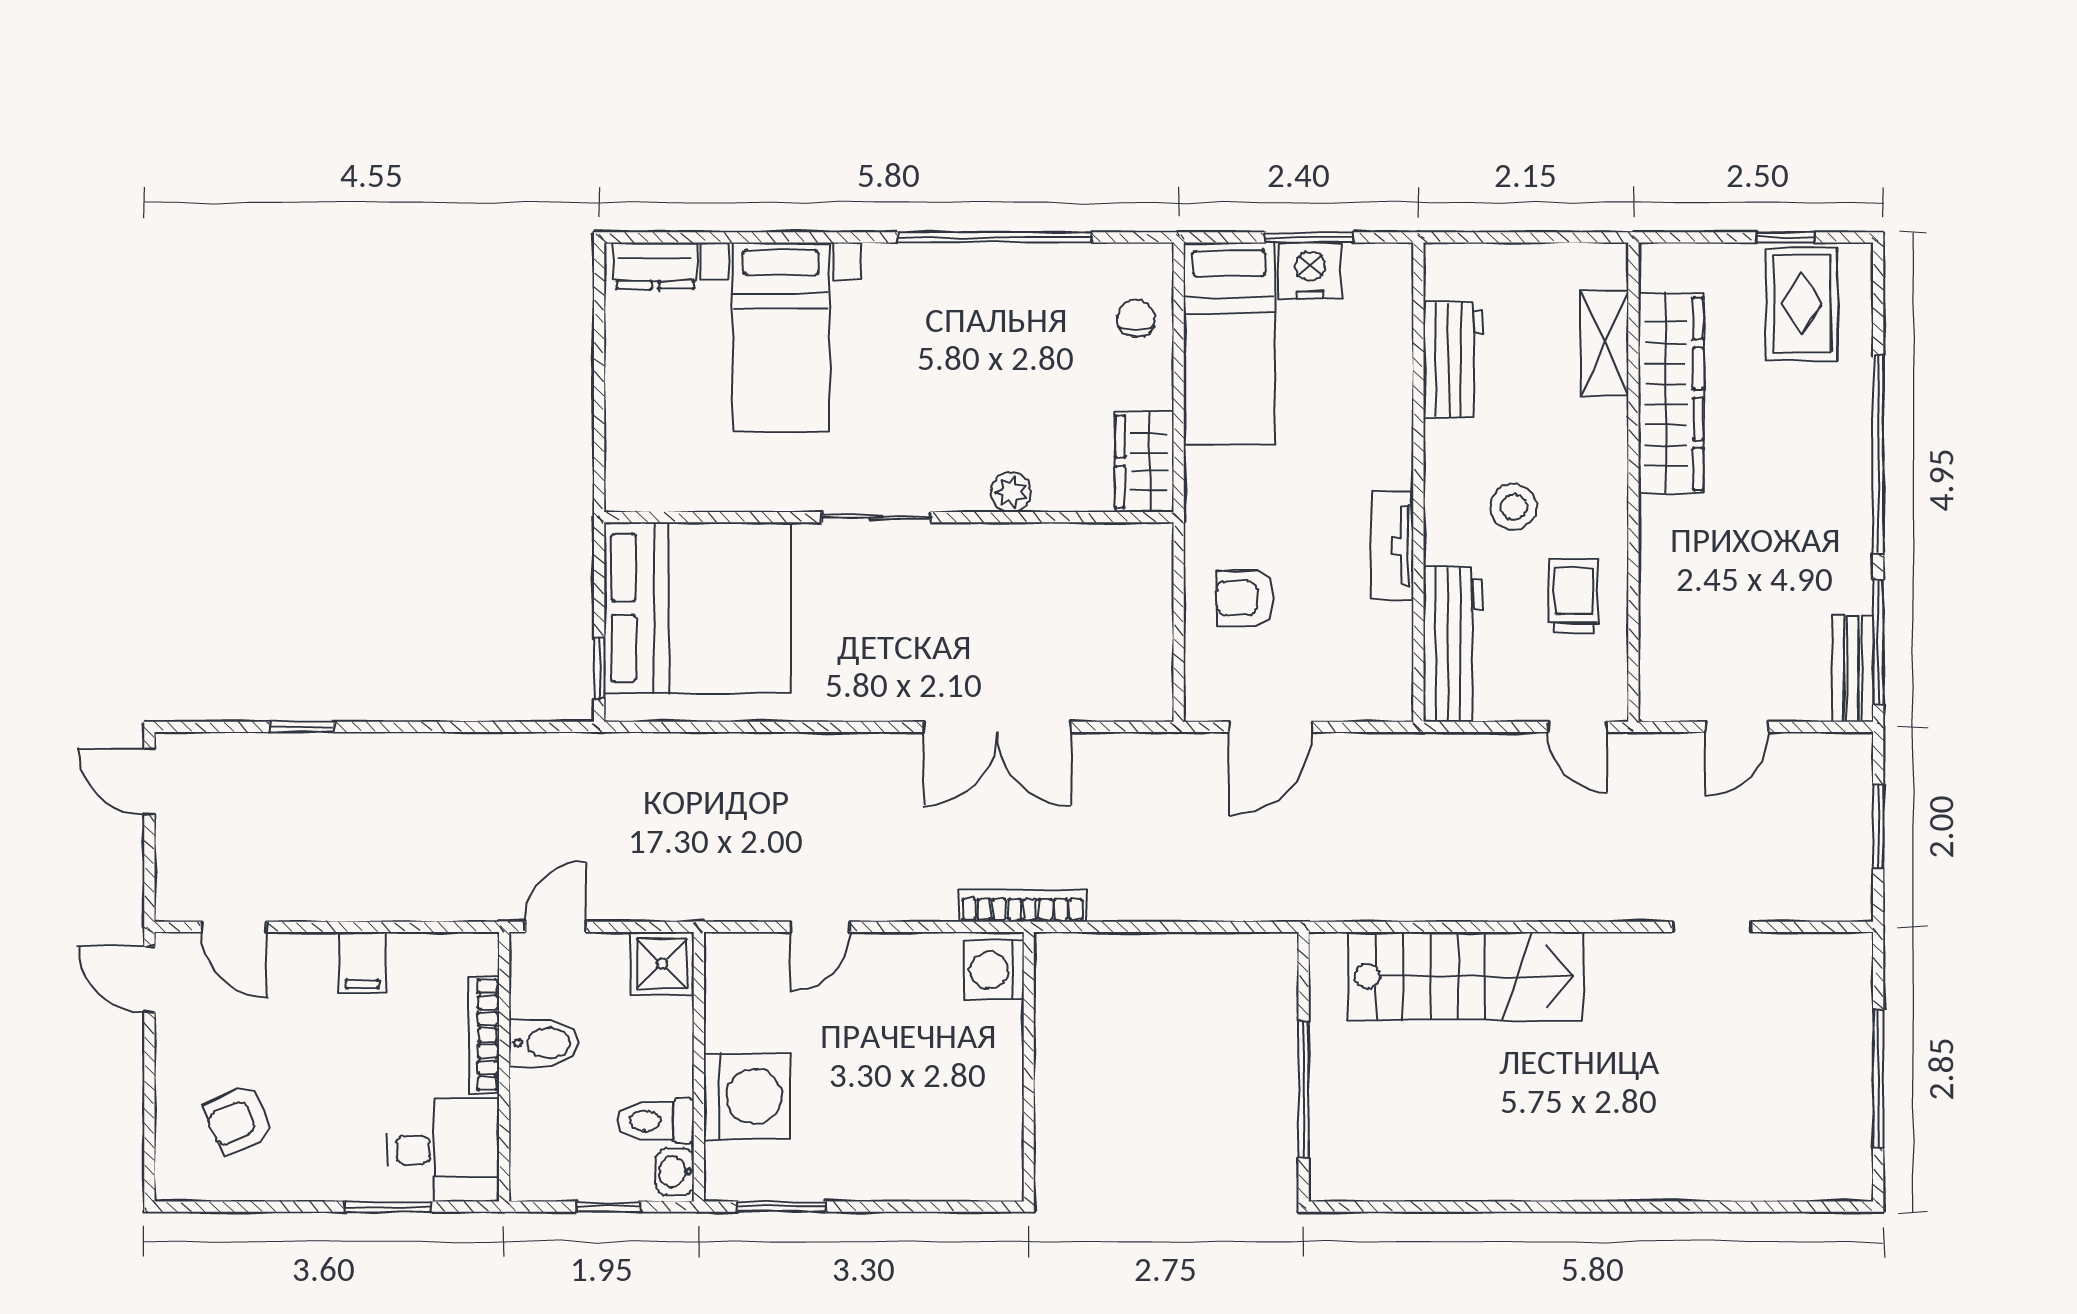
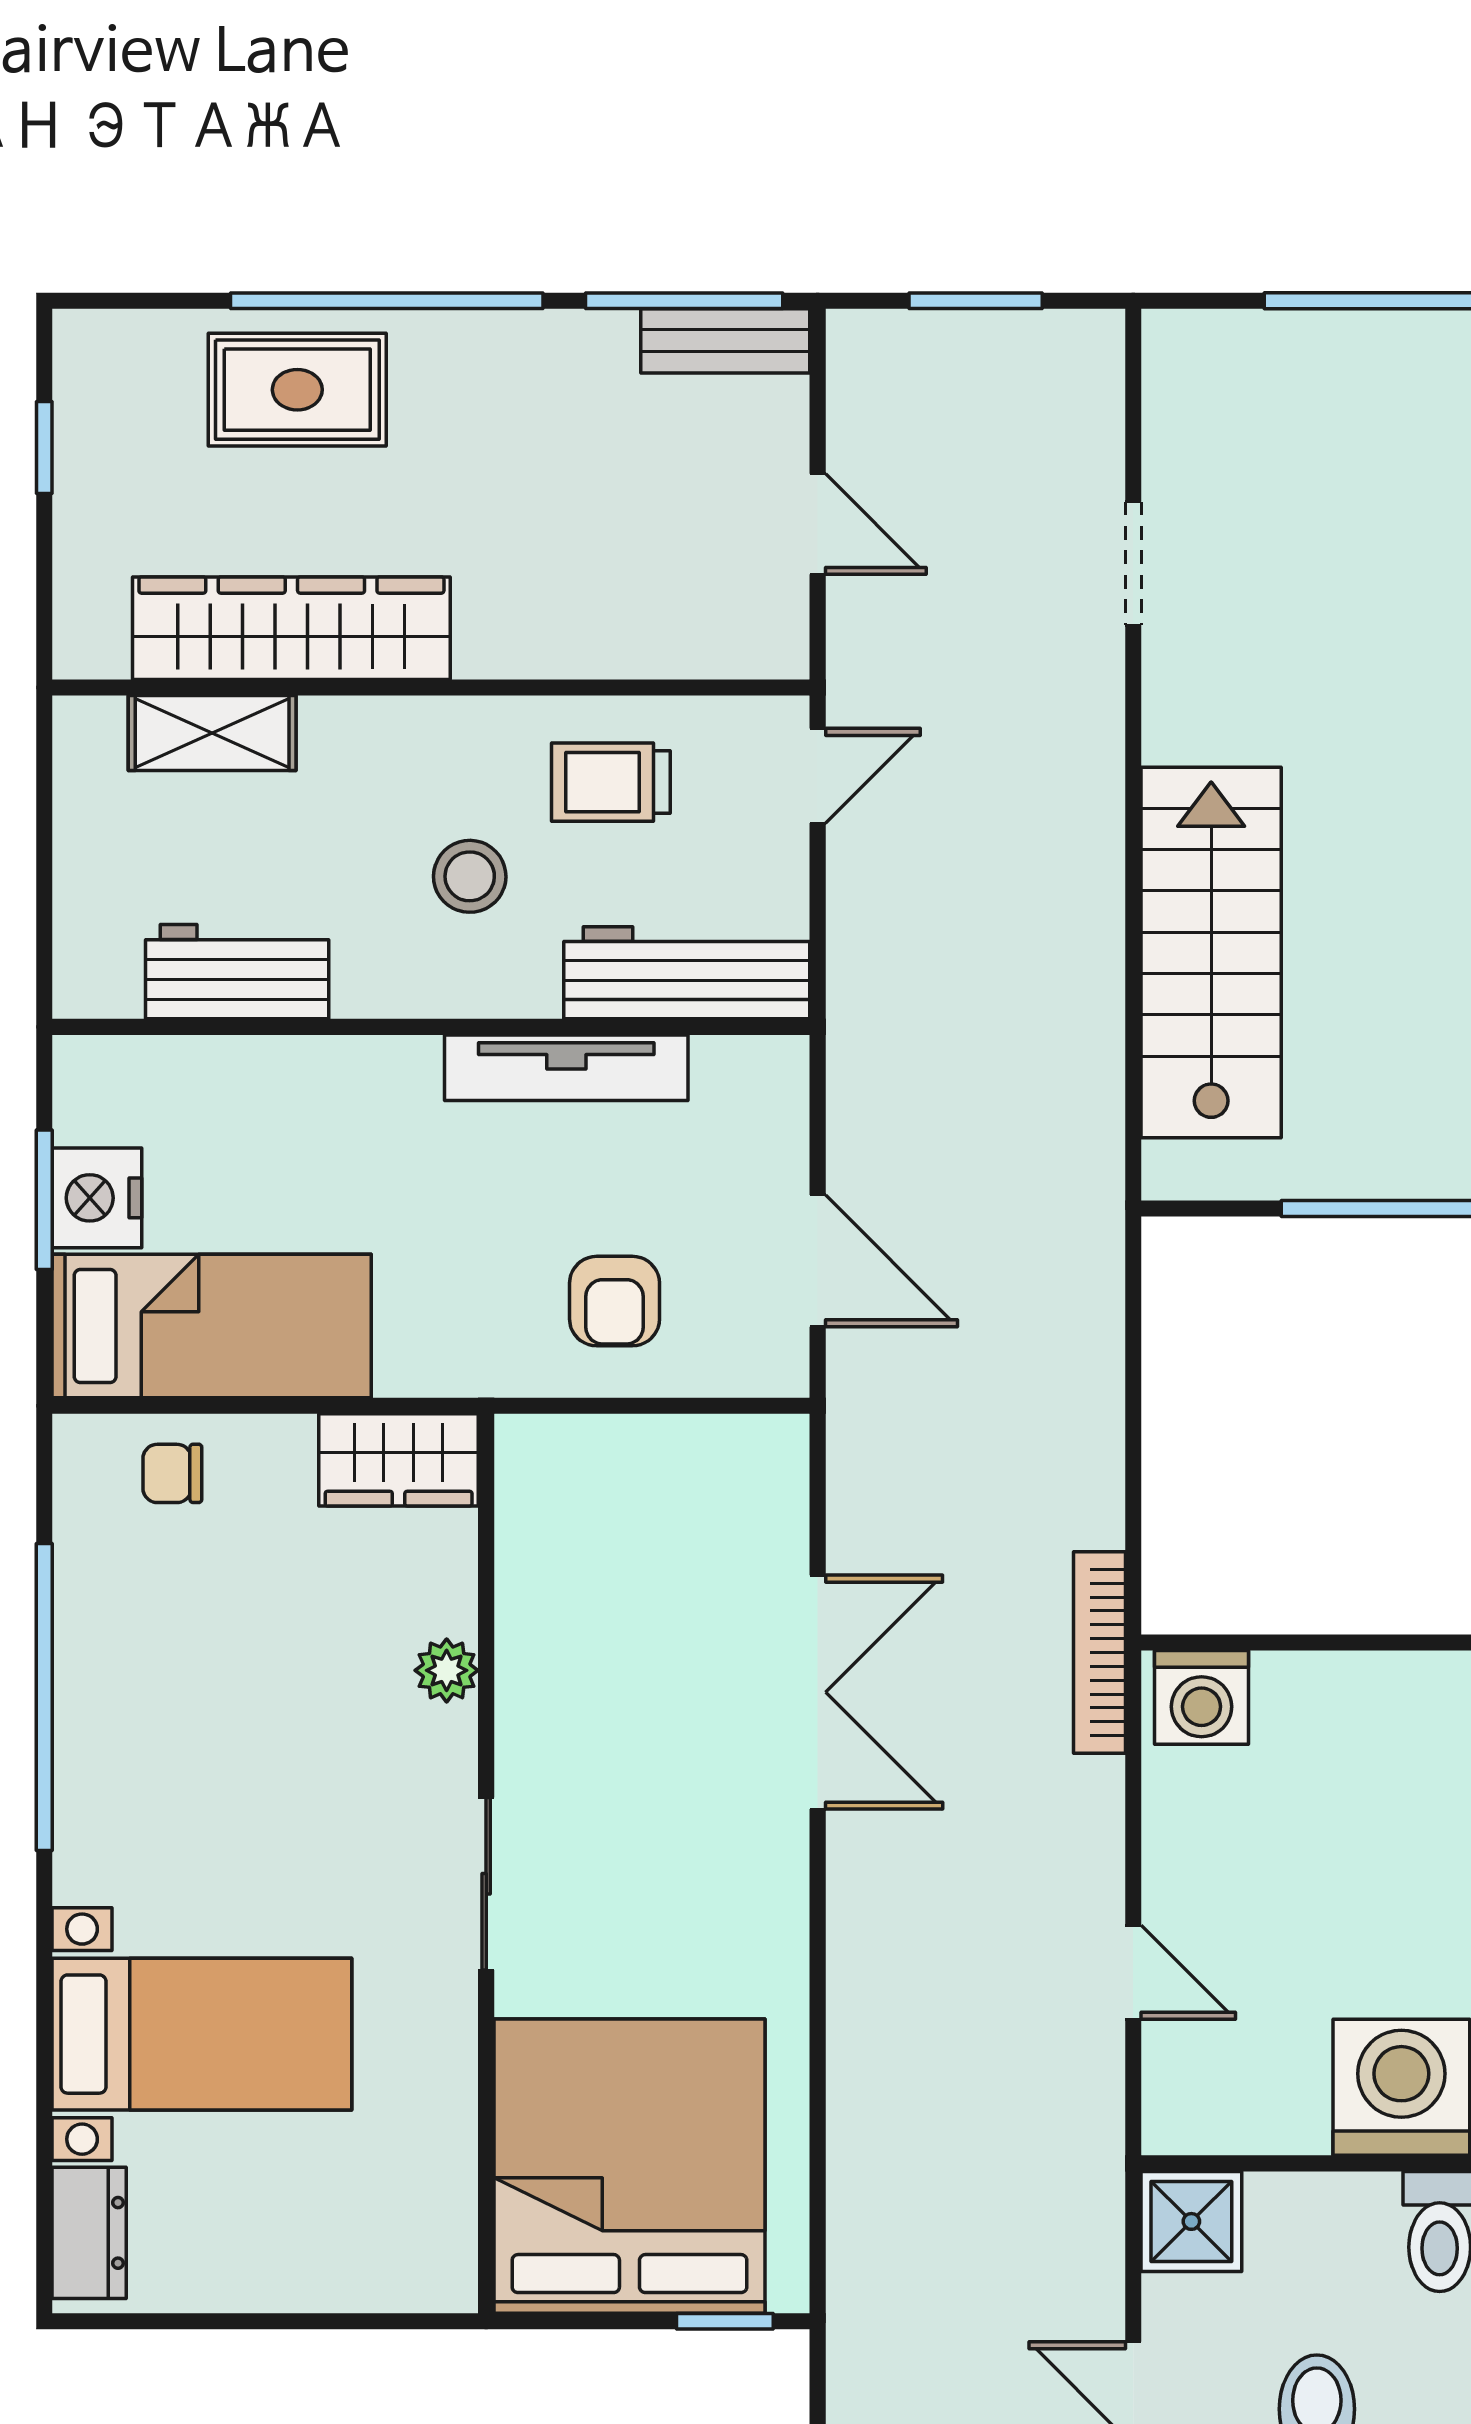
rug: (1802, 304) -> (297, 390), moved
tv unit: (1393, 546) -> (566, 1068), width x1.41

